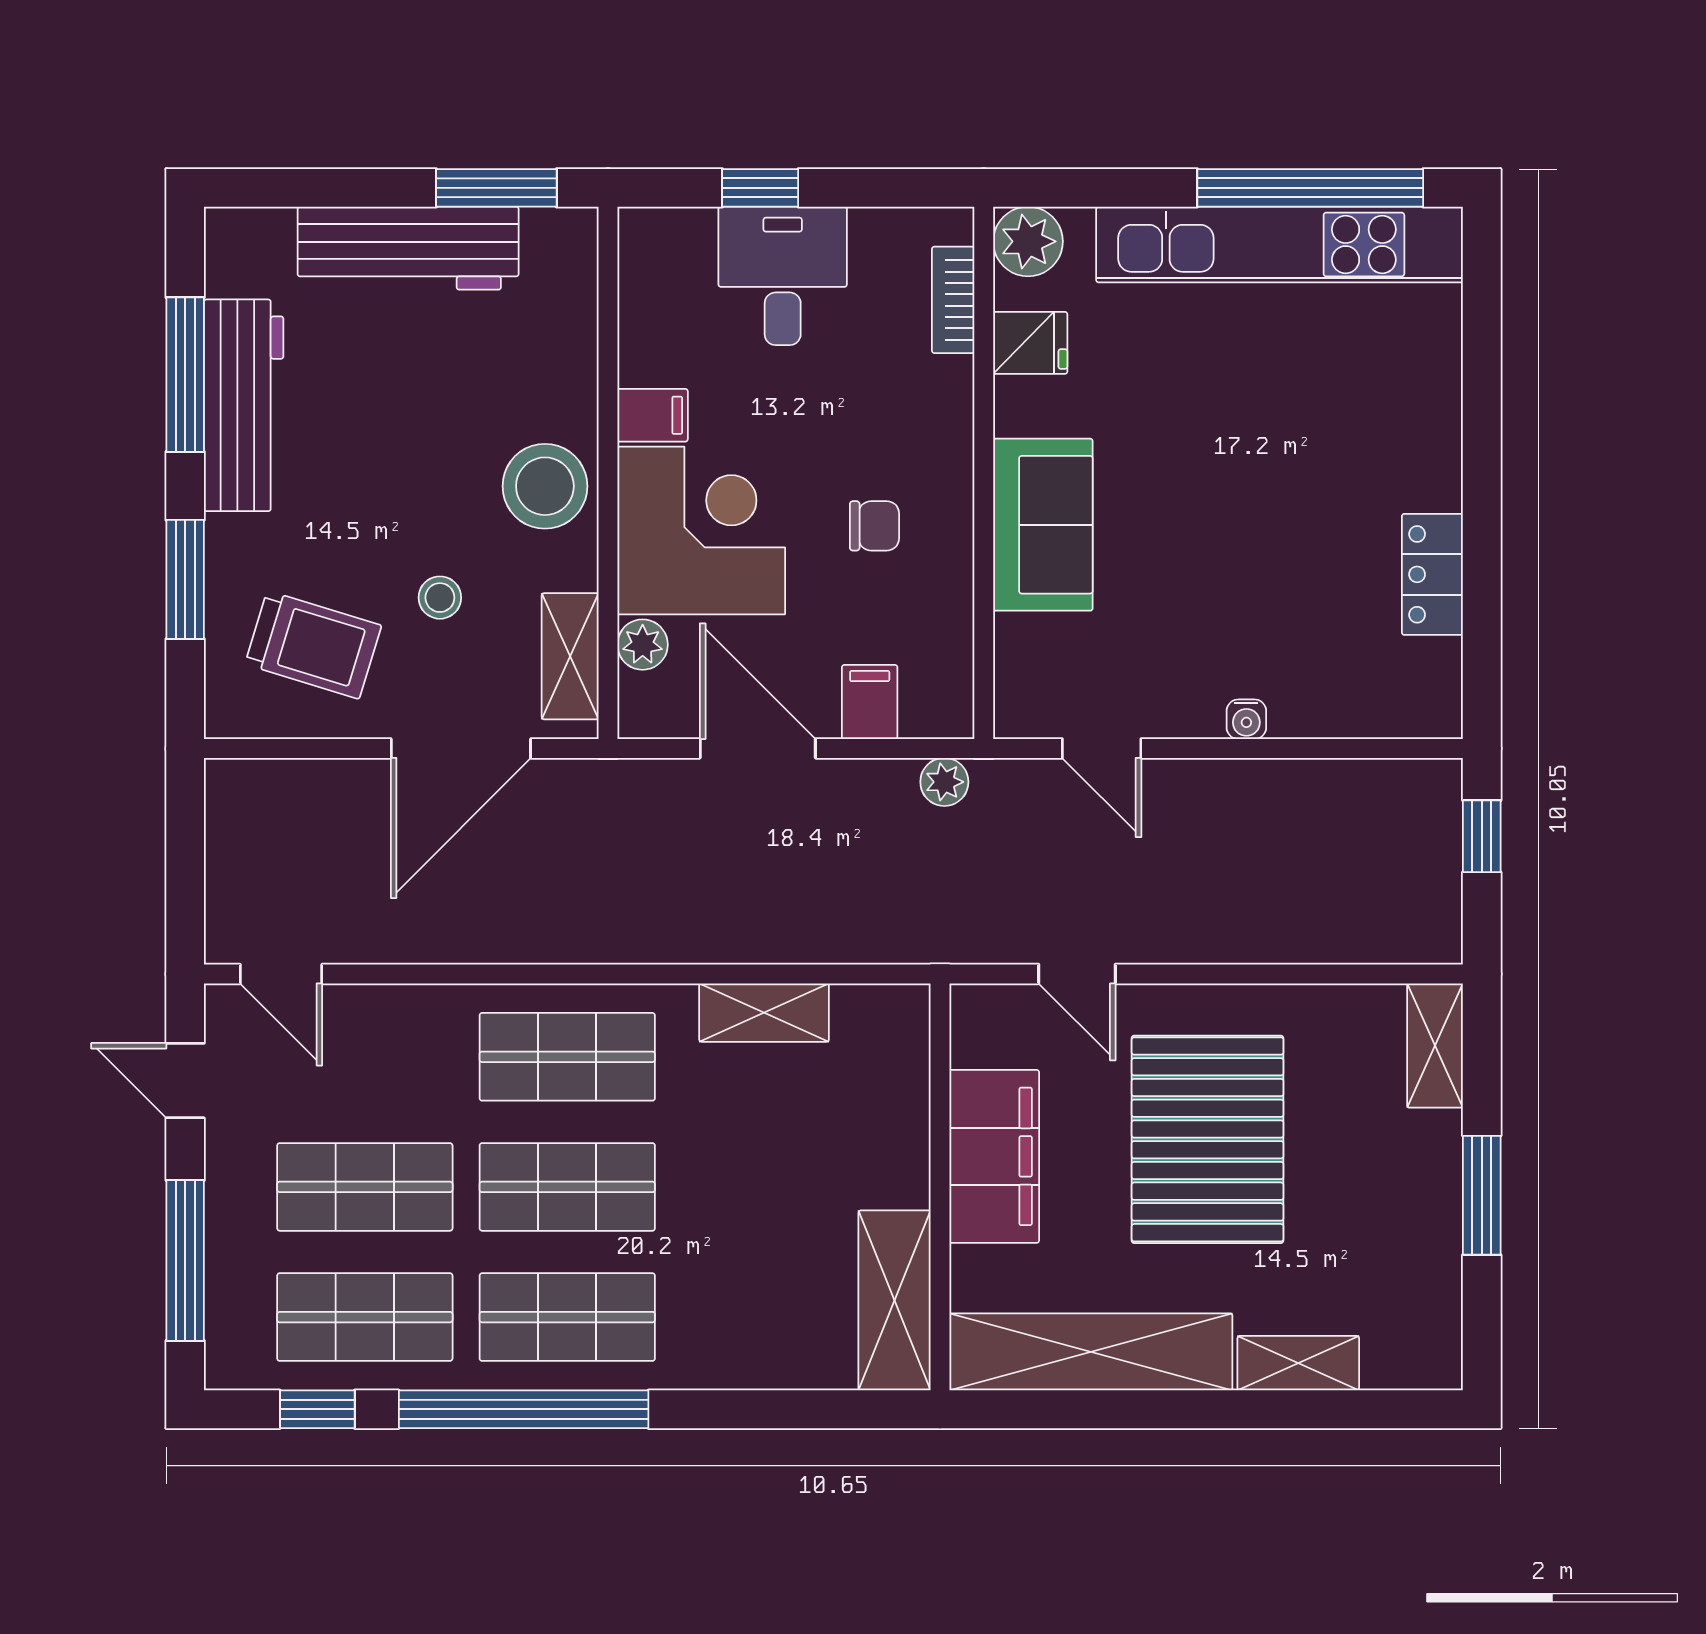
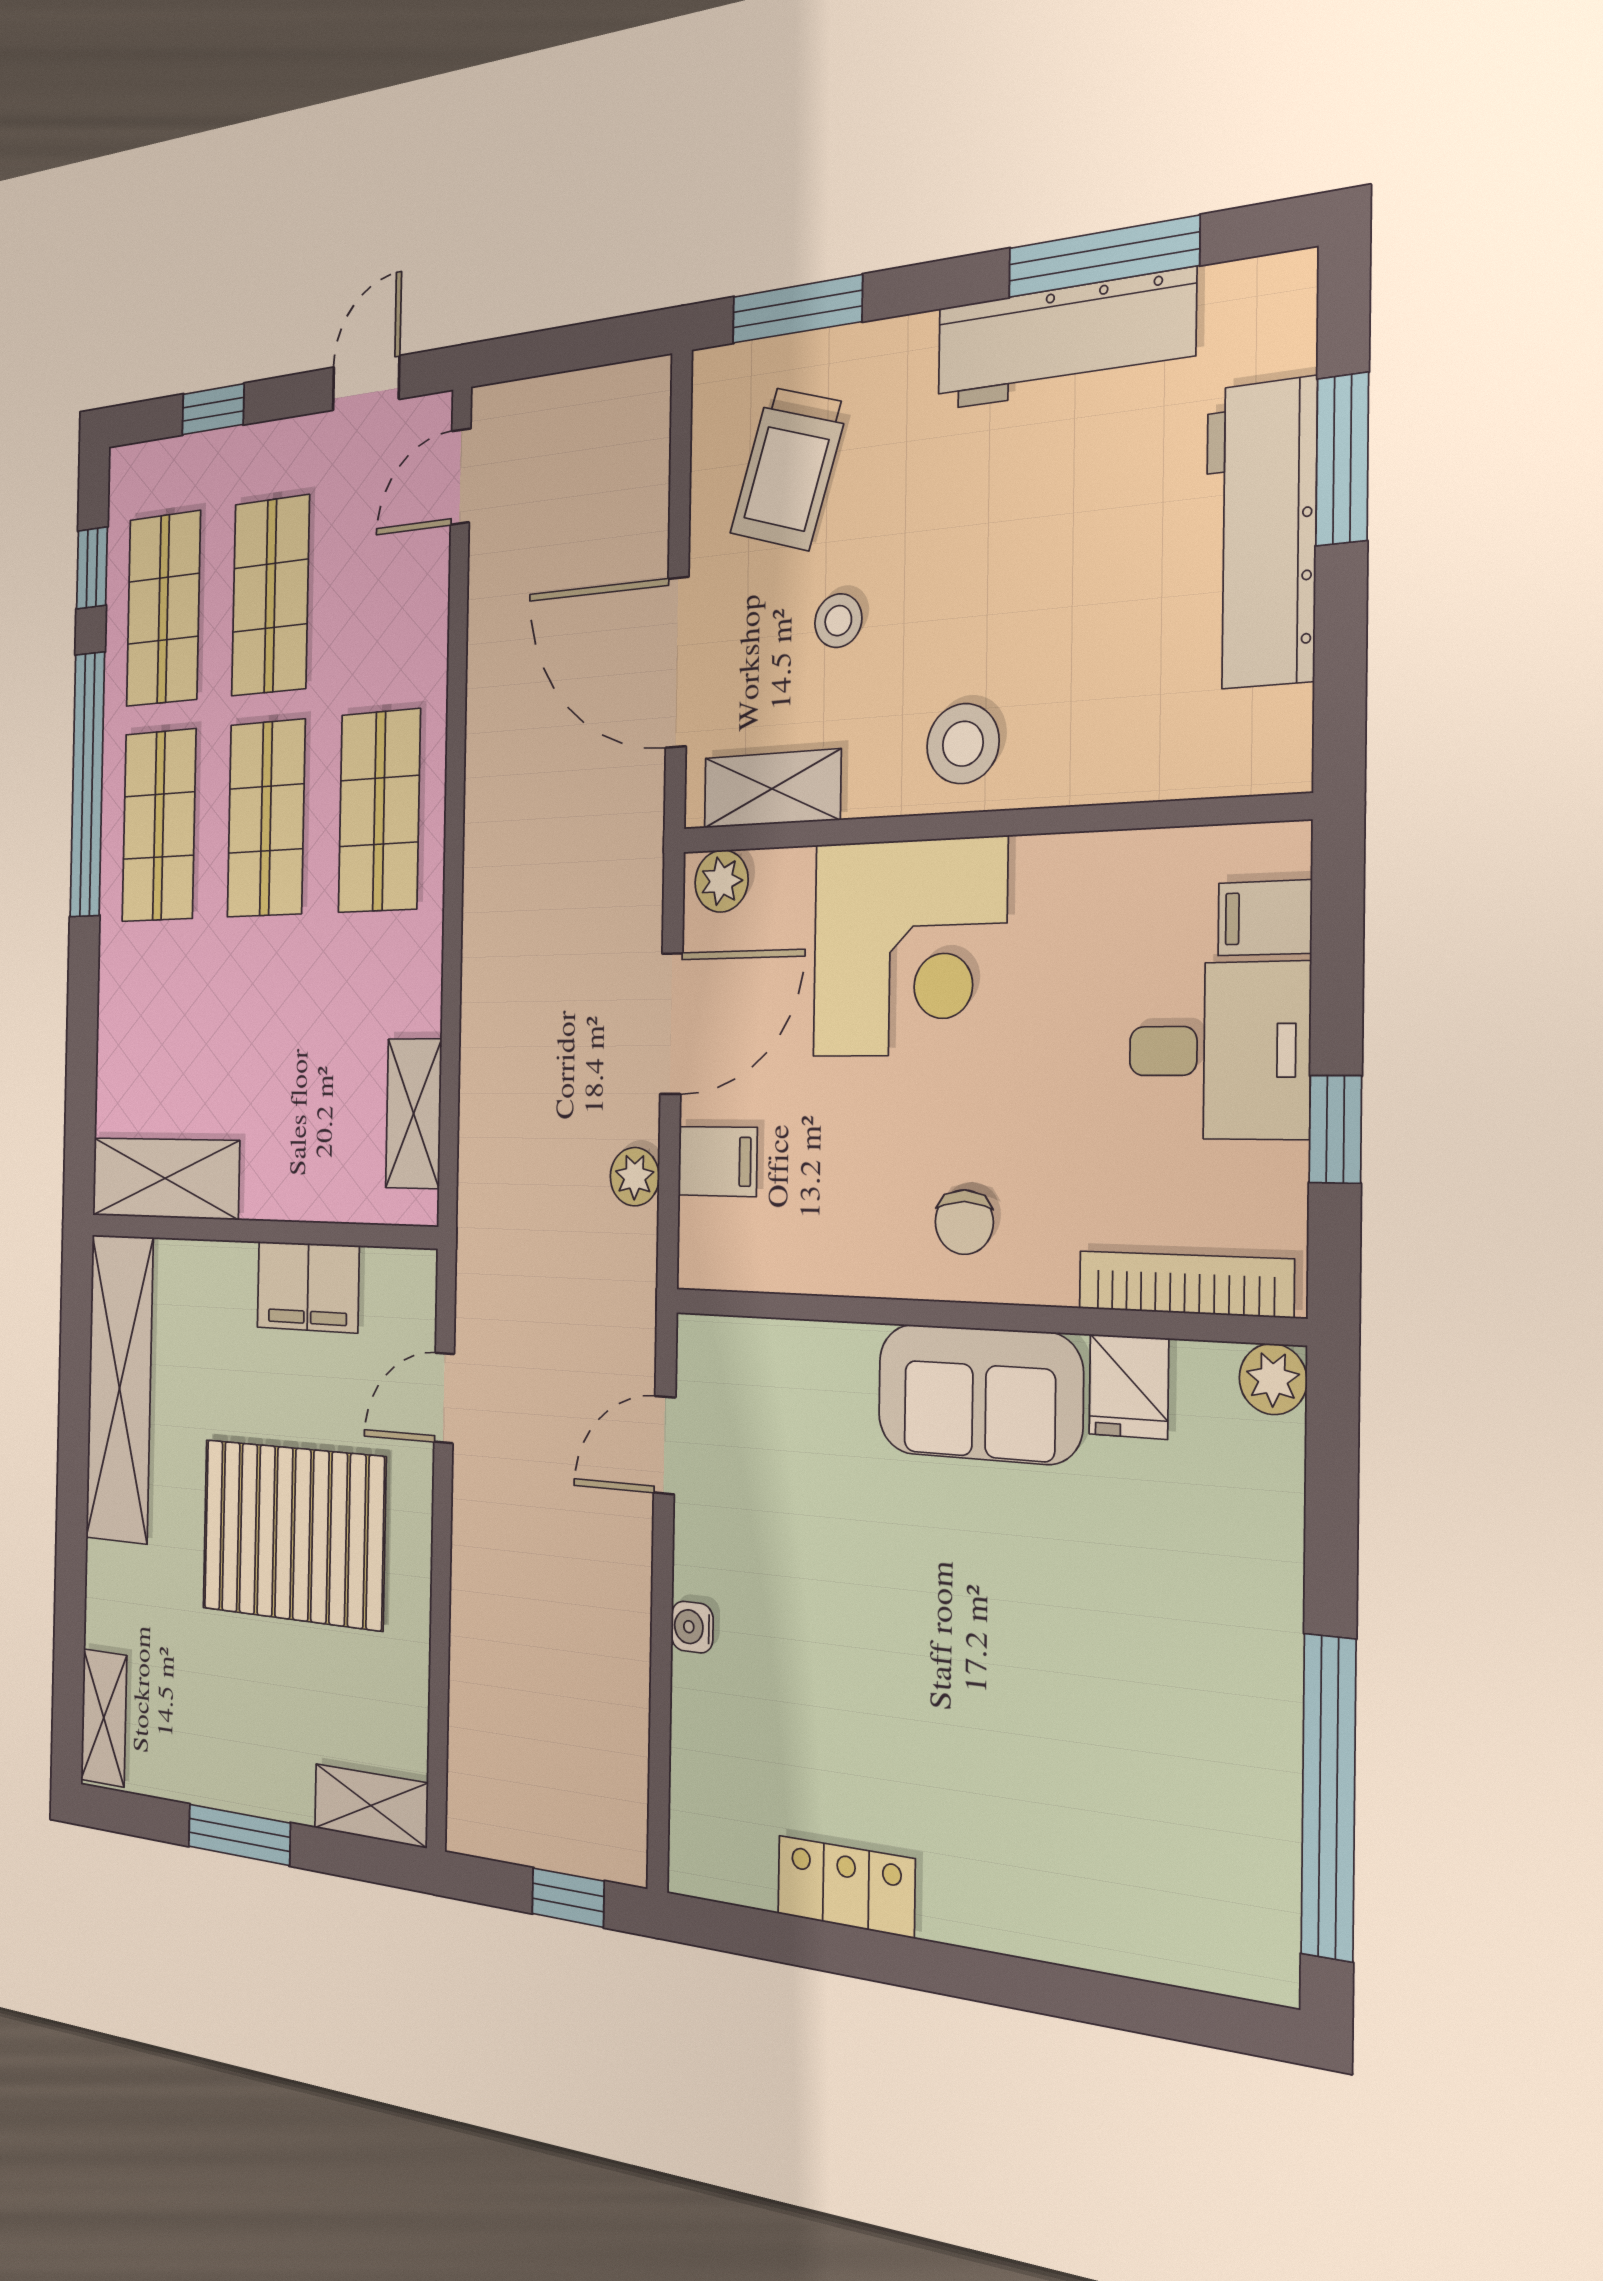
window: (496, 188) -> (1342, 459), moved
window: (760, 188) -> (1335, 1129), moved
plant: (1028, 241) -> (1273, 1379), width x0.73, depth x0.73
kitchen unit: (1280, 245) -> (1252, 1743), removed
bookcase: (953, 300) -> (1185, 1284), width x1.56
filing cabinet: (653, 415) -> (1265, 918), moved, turned 90
stool: (545, 486) -> (963, 744), width x0.73, depth x0.73
sofa: (1043, 525) -> (979, 1394), moved
chair: (874, 526) -> (964, 1222), moved
window: (185, 579) -> (797, 309), moved
plant: (643, 645) -> (721, 881), moved
plant: (944, 782) -> (635, 1177), moved
shelving: (764, 1013) -> (414, 1114), moved
filing cabinet: (994, 1156) -> (308, 1287), width x0.67, depth x0.86
window: (185, 1261) -> (213, 409), width x0.46
shelving: (1298, 1363) -> (104, 1718), moved

